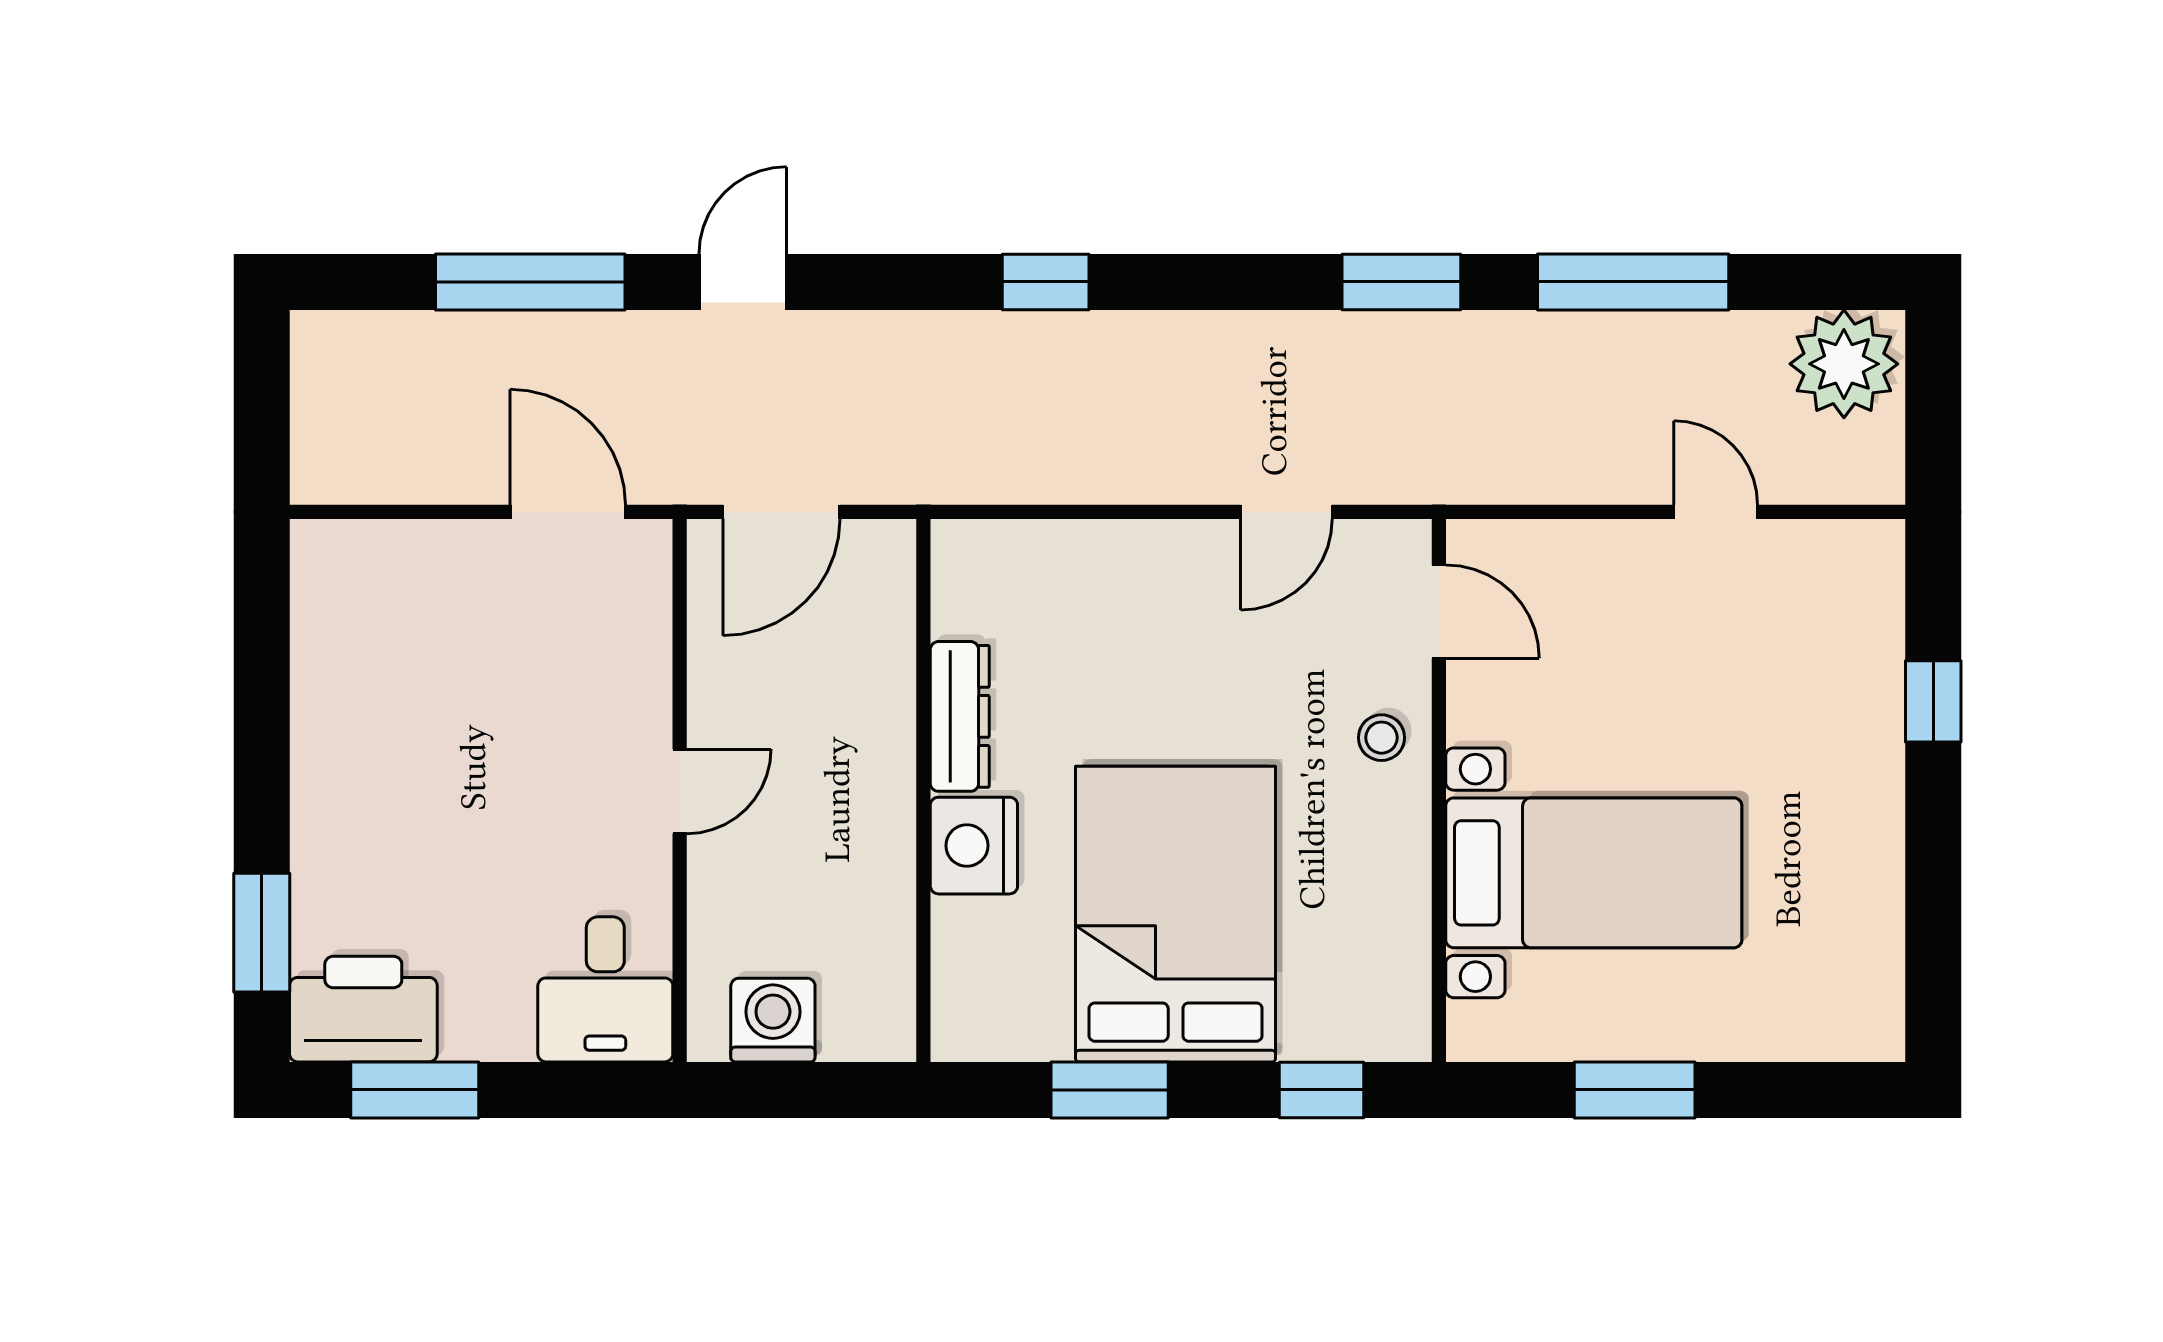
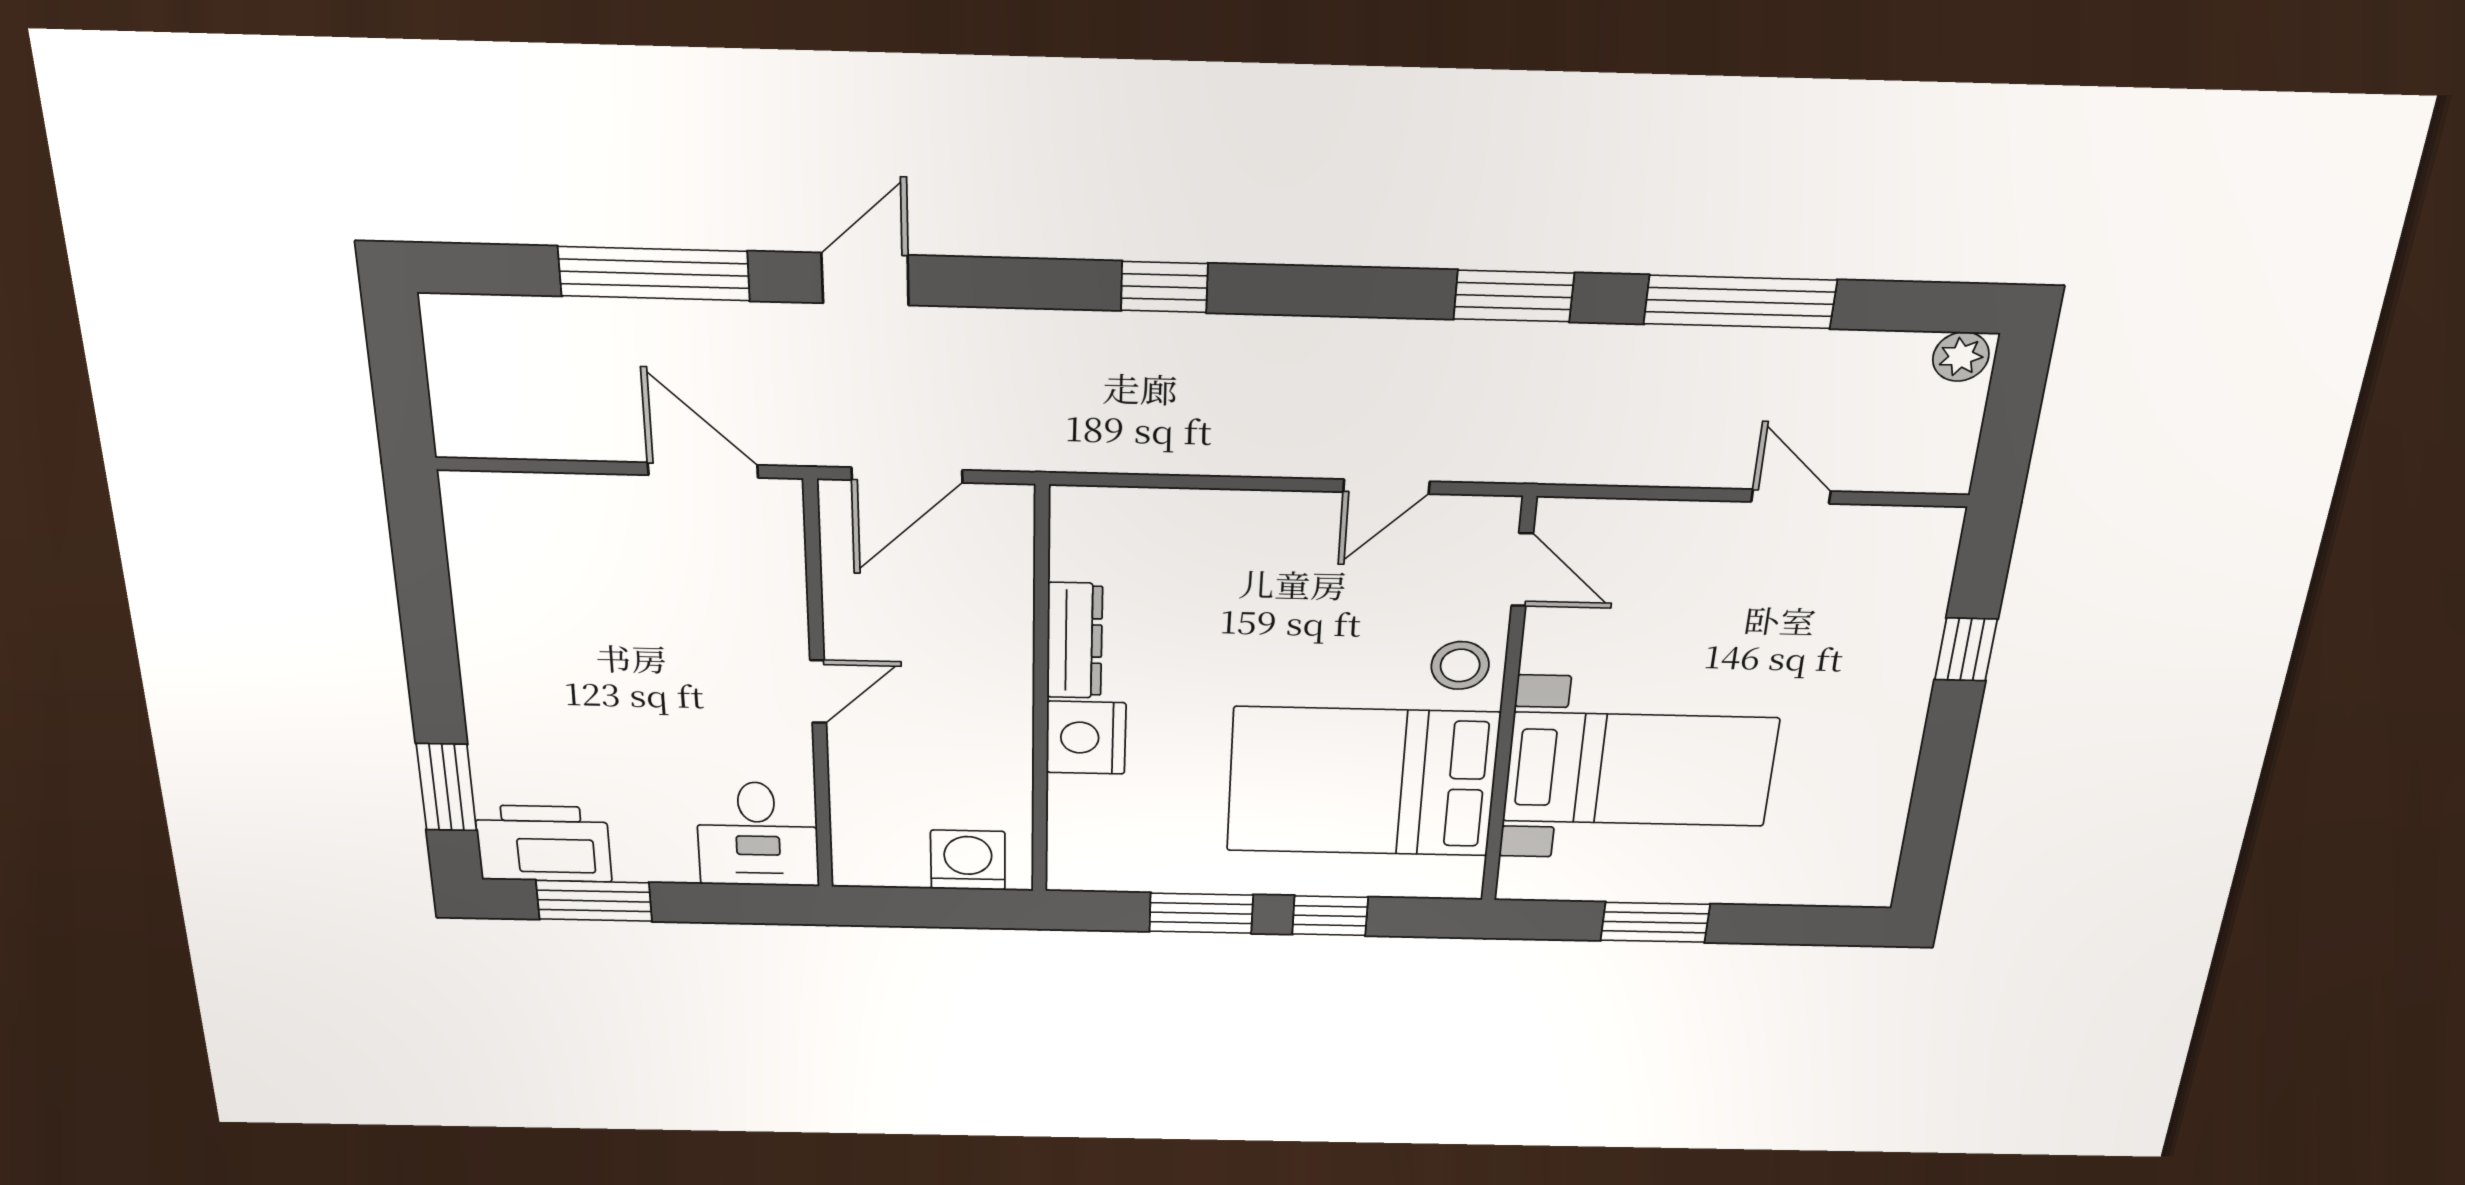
plant: (1844, 364) -> (1961, 357), width x0.53, depth x0.53
stool: (1382, 738) -> (1460, 665), width x1.37, depth x1.37
bed: (1176, 914) -> (1362, 782), moved, turned -90
washing machine: (773, 1020) -> (968, 860), moved
window: (1321, 1090) -> (1330, 916), moved

